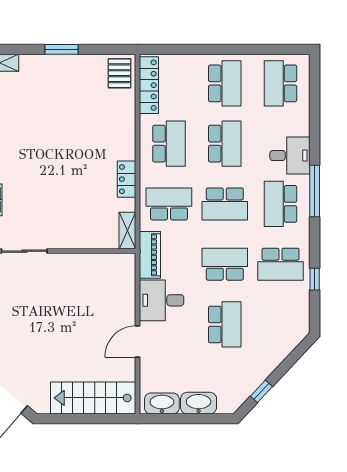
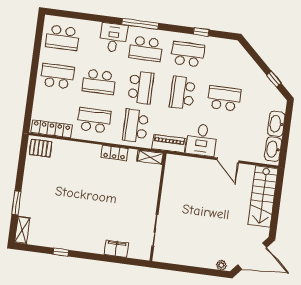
window: (62, 49) -> (16, 203), moved
school desk: (225, 144) -> (99, 82), turned 180
school desk: (281, 264) -> (188, 54), turned -90

